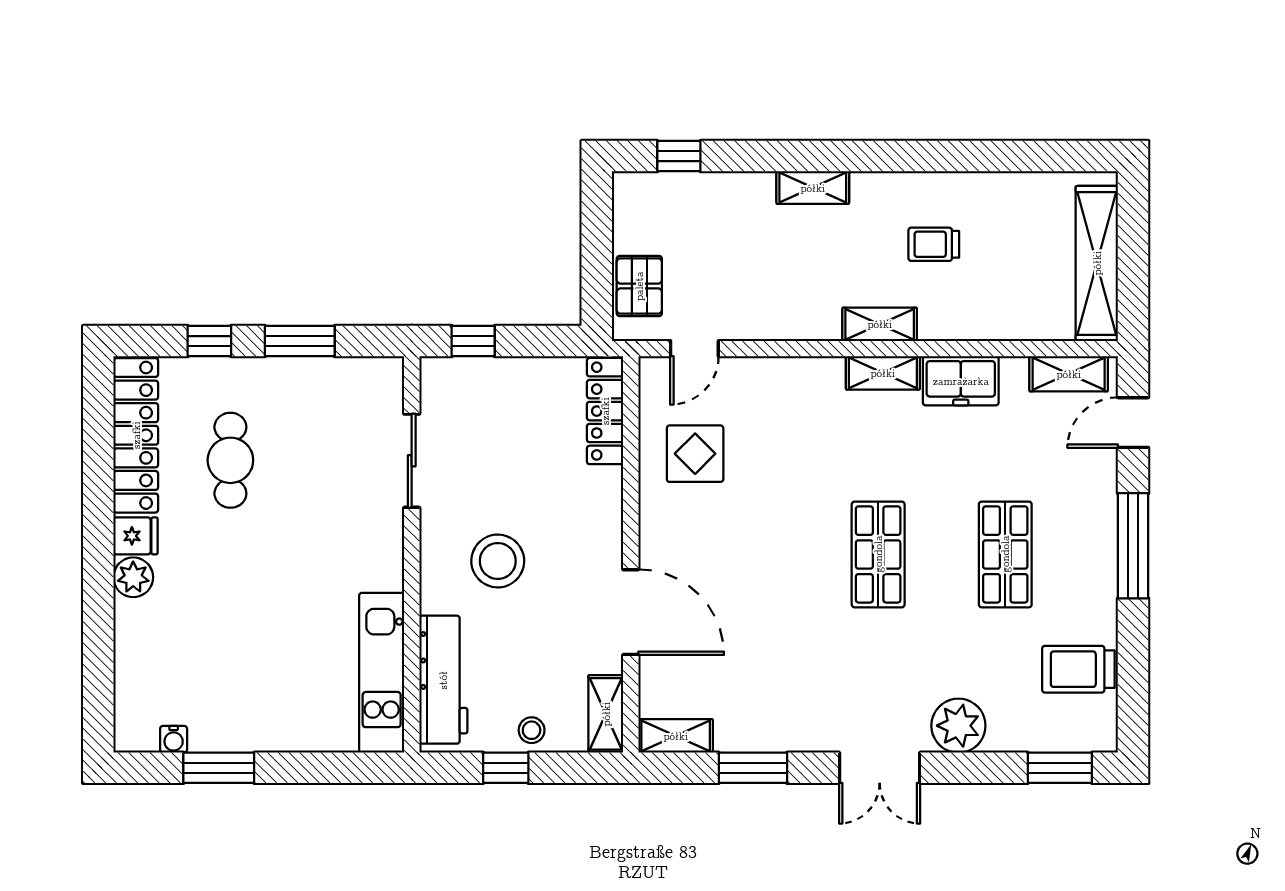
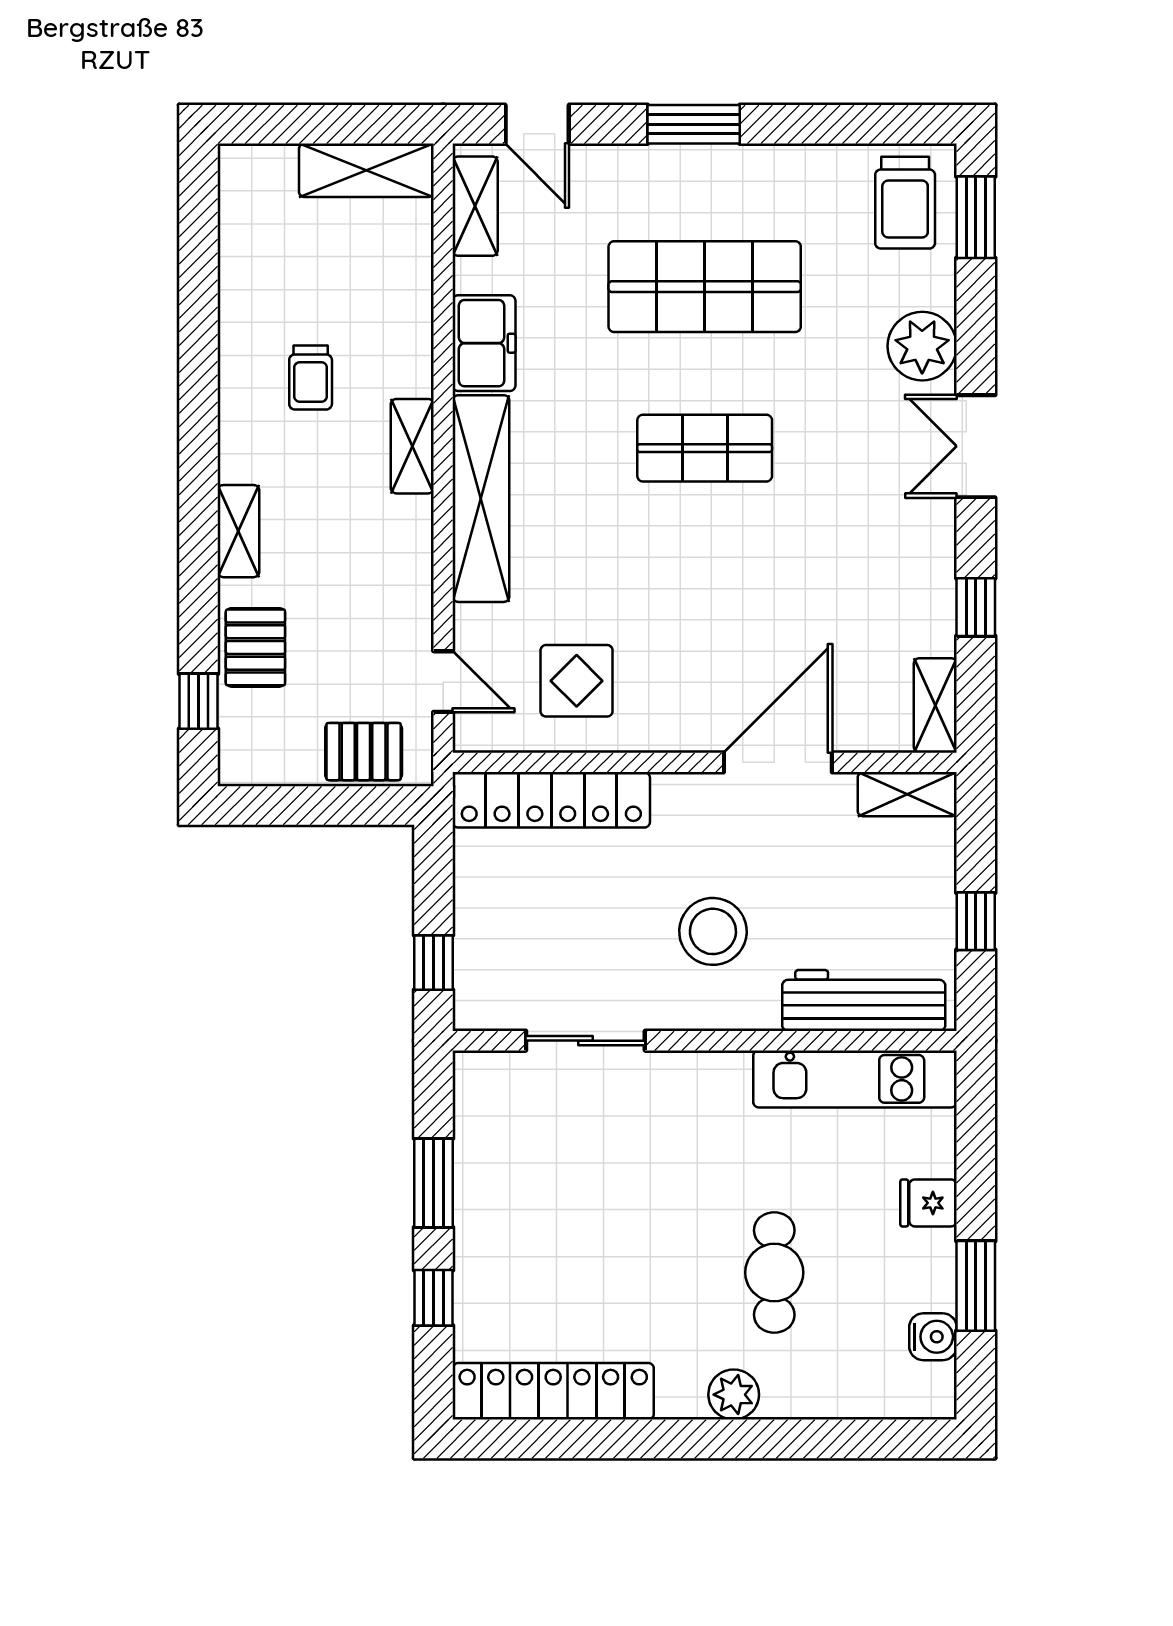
pallet: (721, 201) -> (255, 647), added
shelving: (1097, 263) -> (366, 170), width x0.68
shelving: (883, 373) -> (481, 499), width x2.20, depth x1.33
locker: (605, 411) -> (551, 800), width x1.41, depth x1.21
cafe table: (230, 460) -> (774, 1273), moved, turned 90
fridge: (136, 536) -> (928, 1203), moved, turned -90
window: (1133, 546) -> (694, 124), width x0.69
shop shelf: (1005, 554) -> (705, 287), width x1.43, depth x1.36
trolley: (1078, 669) -> (905, 203), moved
stool: (532, 730) -> (928, 888), removed
water cooler: (174, 739) -> (933, 1337), width x1.38, depth x1.38
window: (753, 768) -> (976, 607), width x0.67
double door: (880, 768) -> (976, 446), swing flipped

